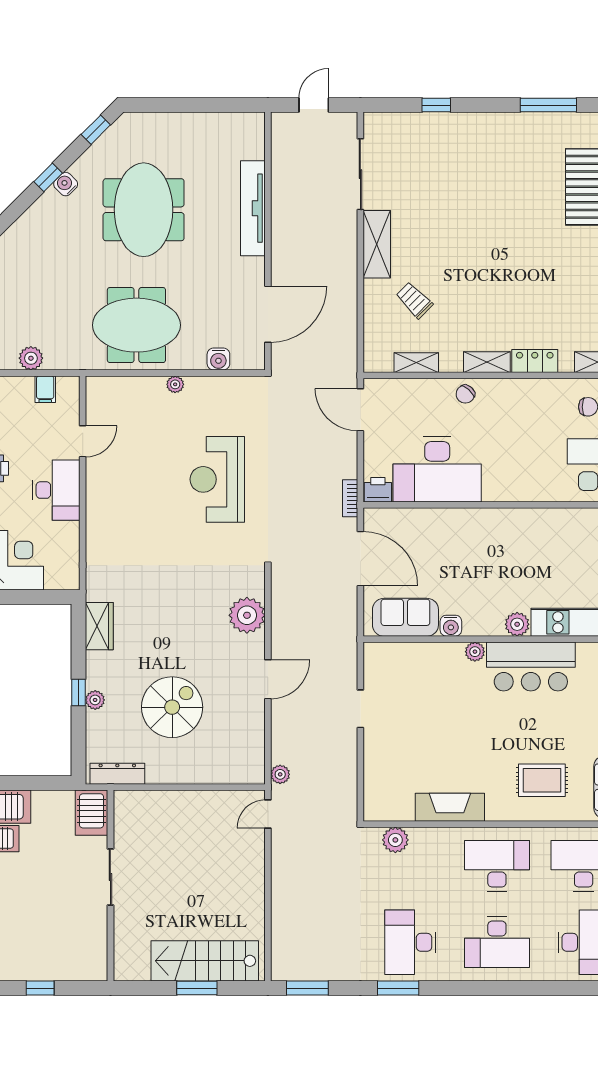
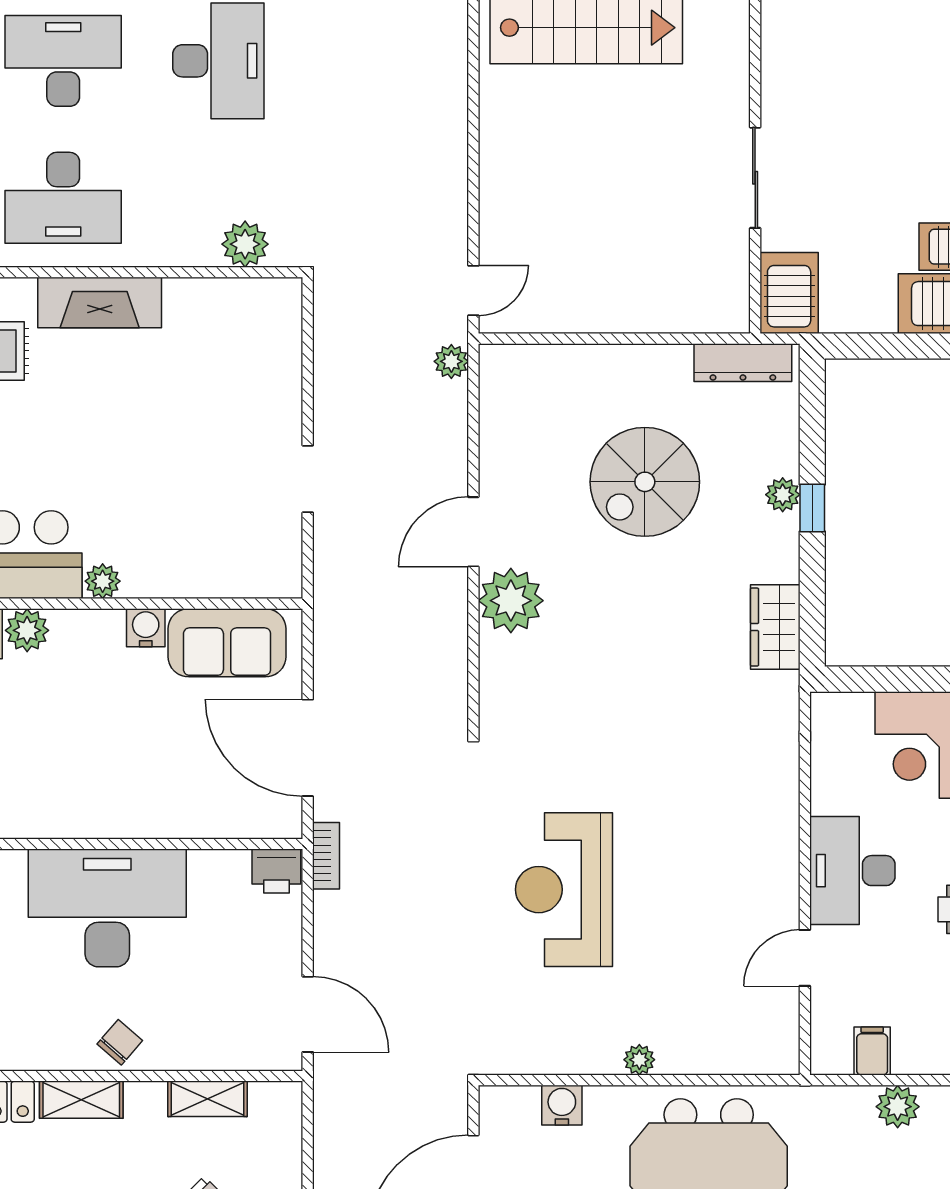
desk: (437, 469) -> (107, 908), moved
reception desk: (217, 479) -> (564, 890), turned 180
plant: (247, 615) -> (511, 601), moved
fireplace: (450, 807) -> (100, 303), moved

